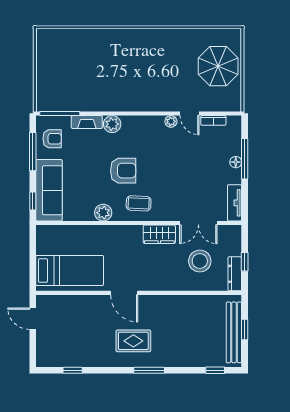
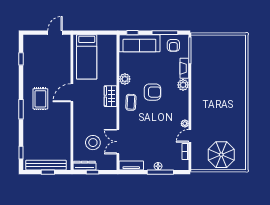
armchair: (123, 171) -> (152, 92), turned -90
wardrobe: (159, 234) -> (111, 96), moved

